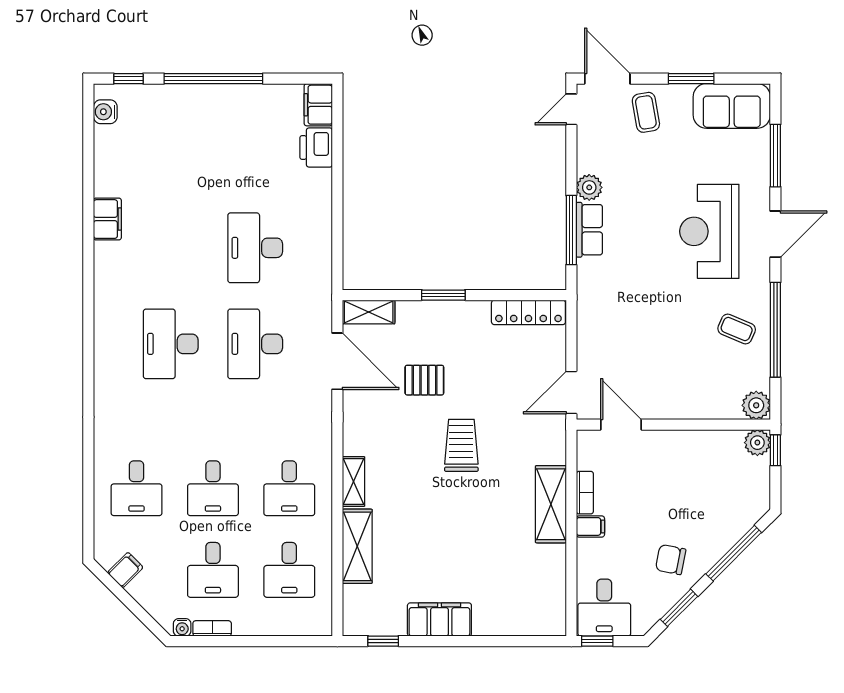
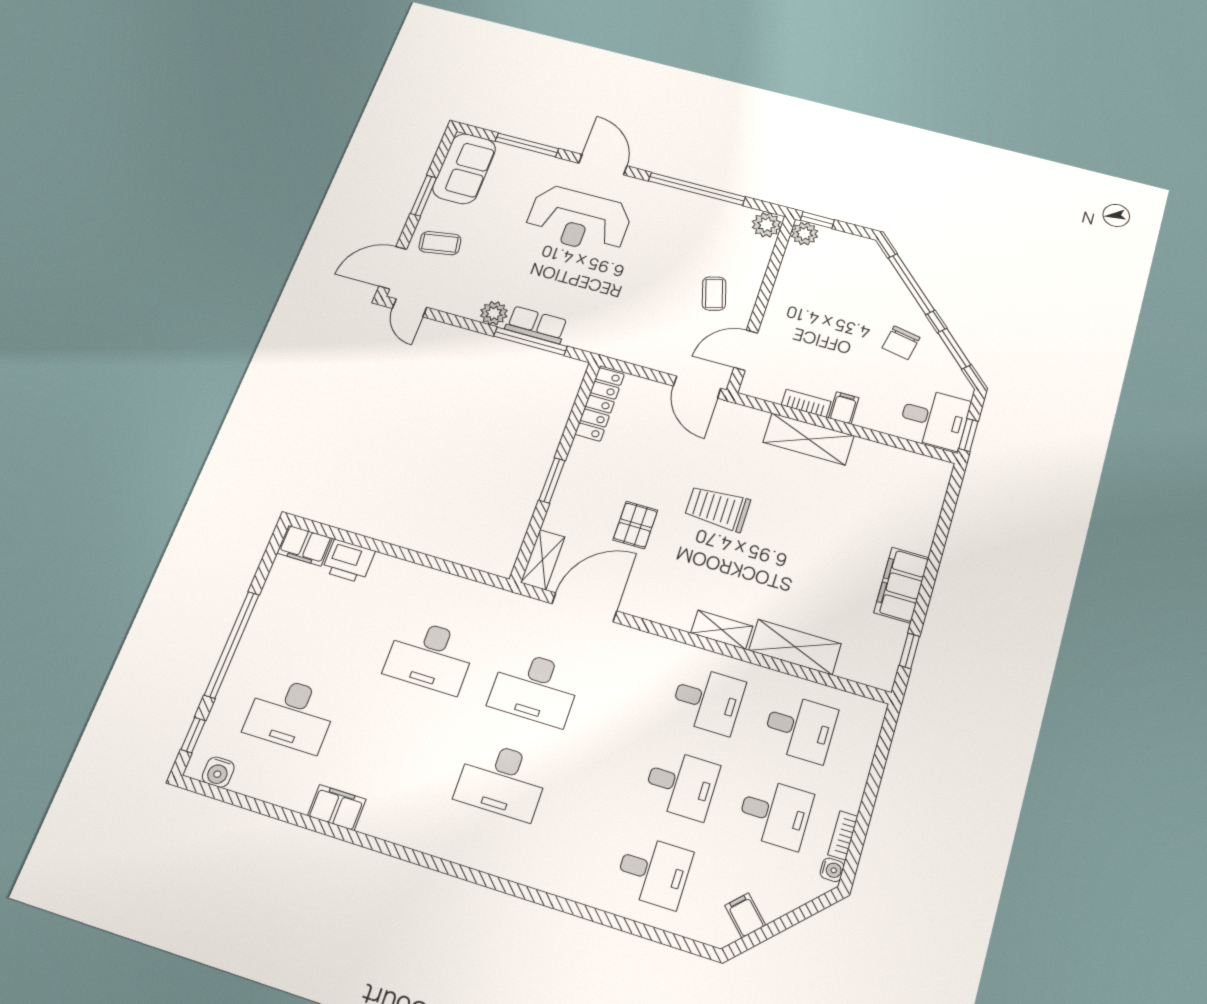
desk: (171, 152) -> (291, 714), added
coffee table: (737, 329) -> (714, 294), moved, turned -39

